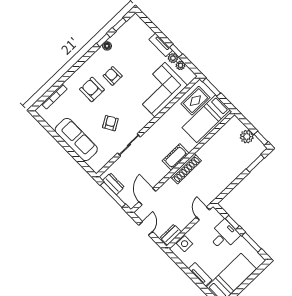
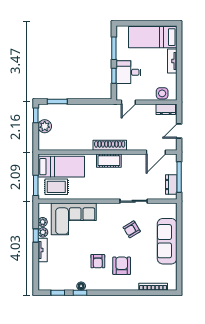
armchair: (92, 89) -> (122, 266), turned 180

